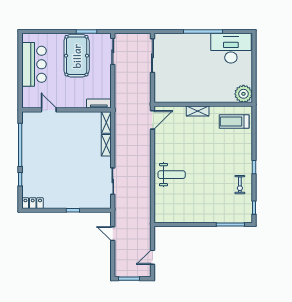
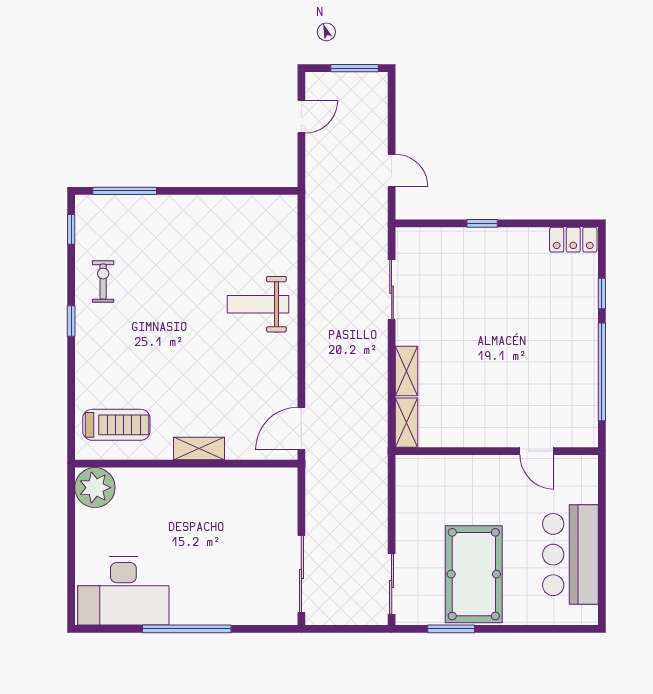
tv unit: (99, 104) -> (423, 465), removed

